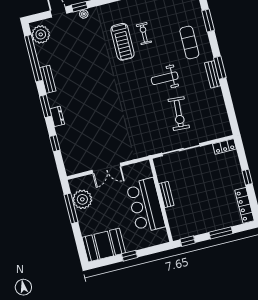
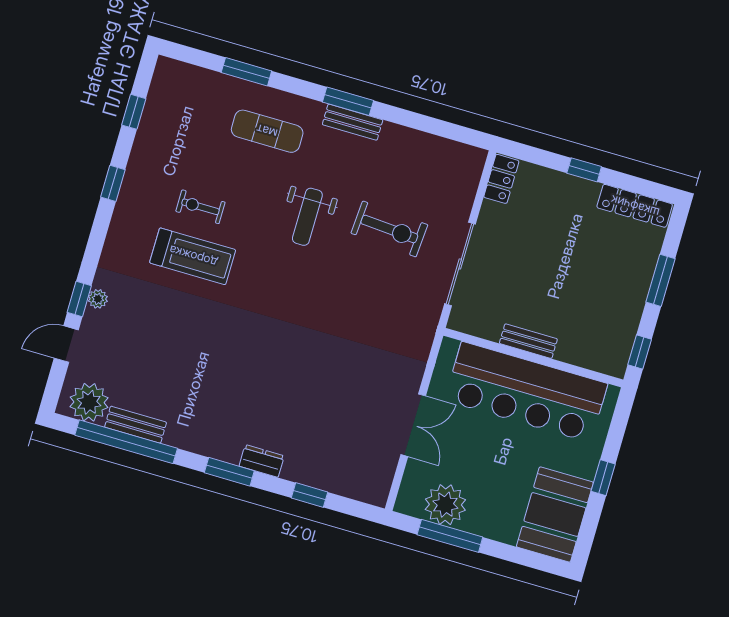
bench: (48, 79) -> (136, 425), moved
bar counter: (146, 205) -> (526, 392), width x1.36

